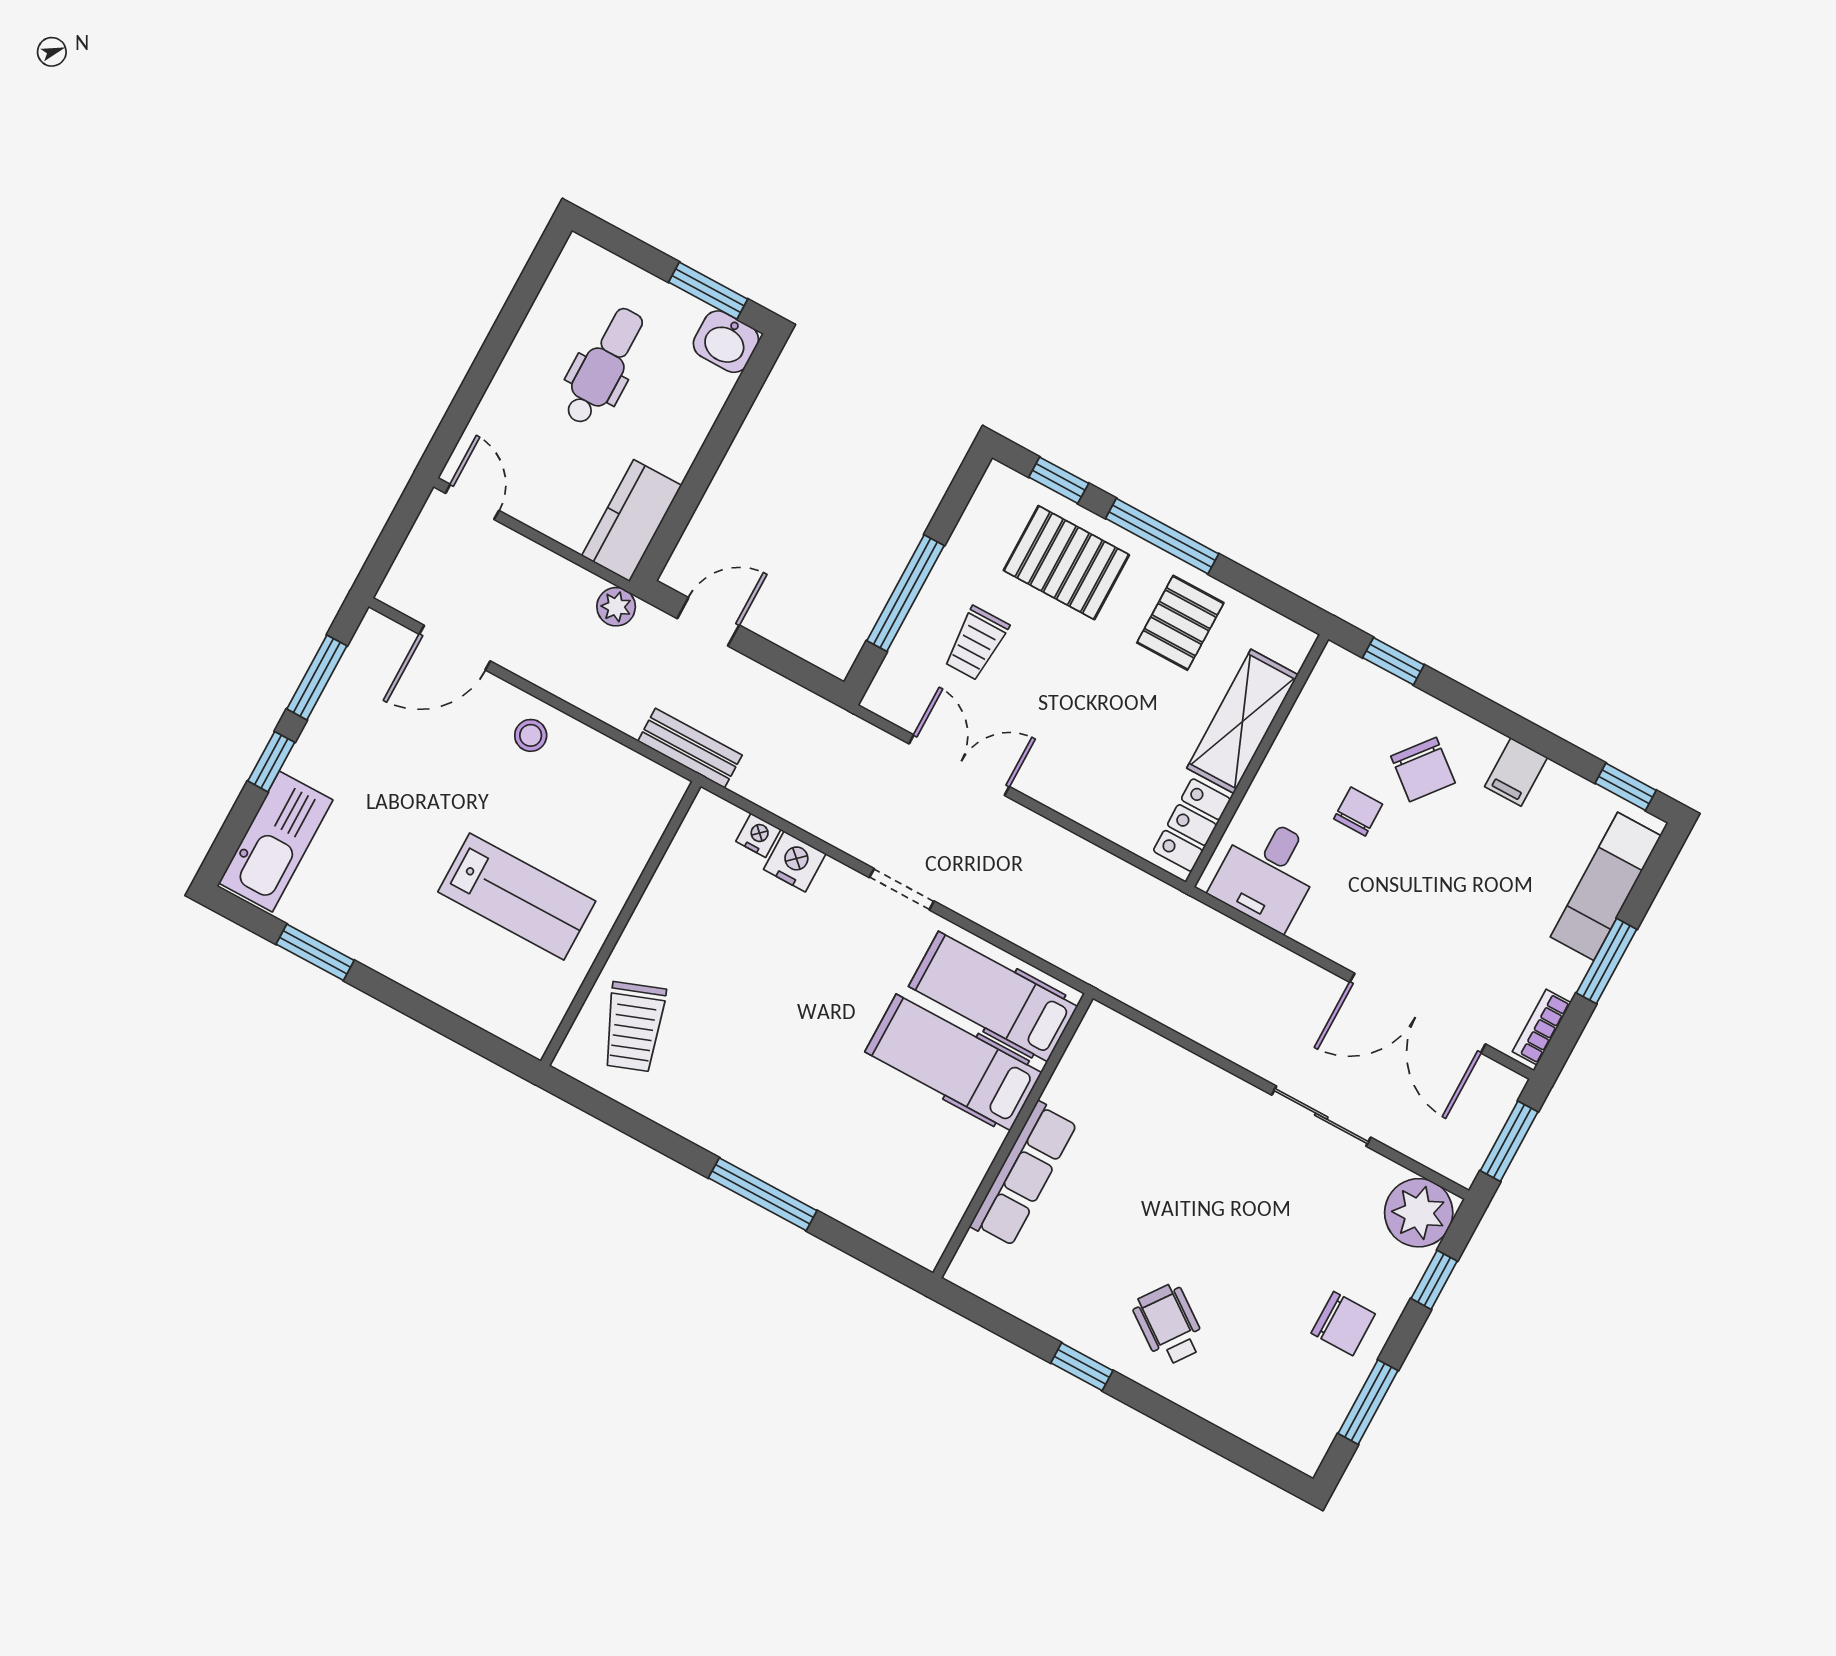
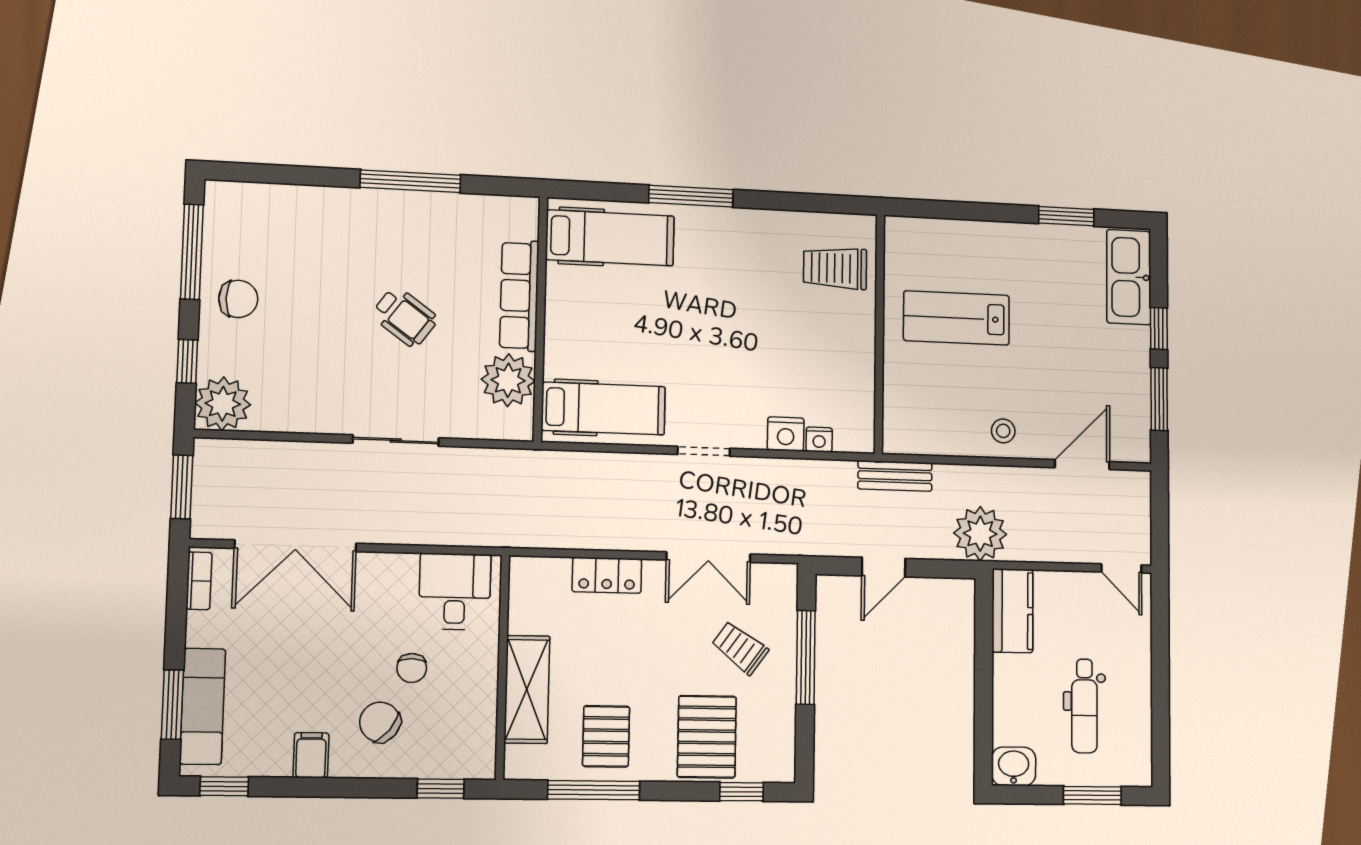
window: (708, 291) -> (1092, 795), moved
window: (1162, 536) -> (594, 790), moved
pallet: (1066, 563) -> (707, 737), turned 90
plant: (616, 607) -> (980, 534), width x1.87, depth x1.87
door: (708, 622) -> (884, 567), moved
trolley: (976, 643) -> (740, 648), turned -54
locker: (1192, 825) -> (607, 575), moved, turned 90
window: (1606, 961) -> (172, 705), moved
double door: (1418, 1013) -> (296, 546), swing flipped
trolley: (634, 1027) -> (835, 268), turned -70
hospital bed: (953, 1062) -> (610, 238), moved
plant: (1086, 1083) -> (508, 380), added
sliding door: (1321, 1116) -> (396, 441), moved
chair: (1343, 1324) -> (238, 299), turned 180
wheelchair: (1169, 1325) -> (405, 317), moved
window: (1082, 1367) -> (410, 181), width x2.17
window: (1368, 1402) -> (192, 252), width x1.44

